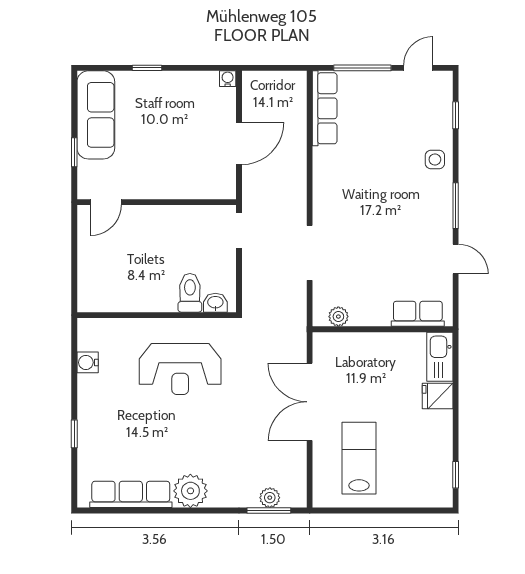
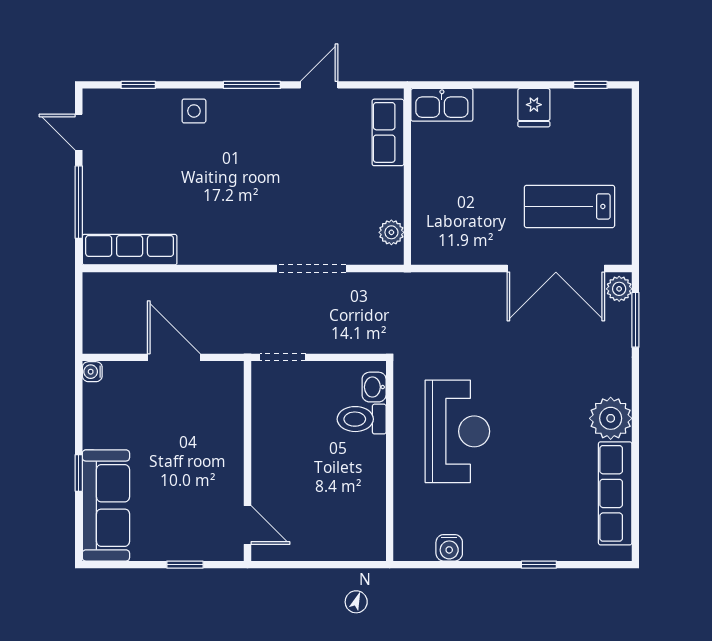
sofa: (96, 115) -> (106, 505), moved, turned 90
fridge: (438, 396) -> (534, 108), moved
double door: (310, 402) -> (556, 269), moved
plant: (270, 498) -> (619, 289), moved

